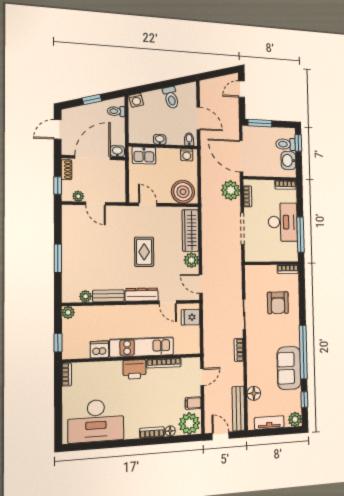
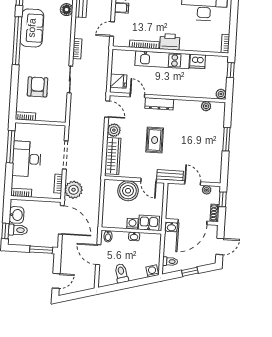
washing machine: (187, 155) -> (132, 224), moved
boiler: (183, 192) -> (128, 191), moved
bench: (108, 296) -> (170, 175), moved

